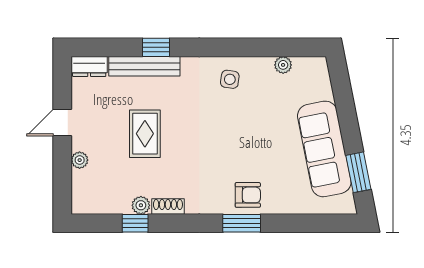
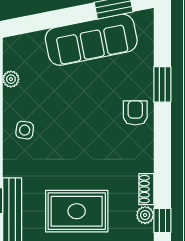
rug: (145, 134) -> (77, 211), width x1.36, depth x1.43
window: (242, 223) -> (162, 84), moved

